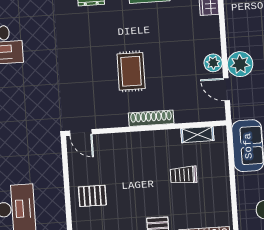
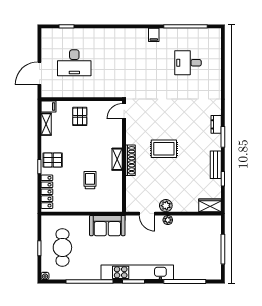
plant: (240, 64) -> (168, 220), width x0.53, depth x0.53
door: (227, 89) -> (147, 214), swing flipped
shelving: (197, 135) -> (117, 159), moved

